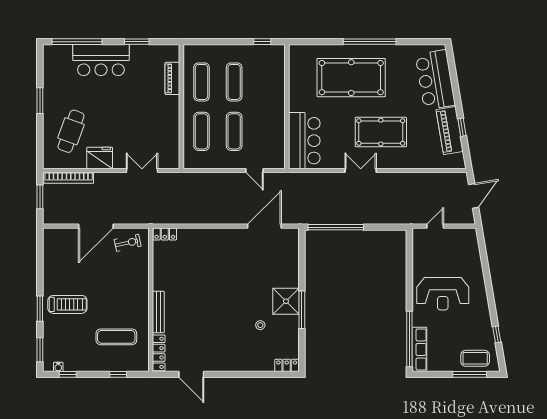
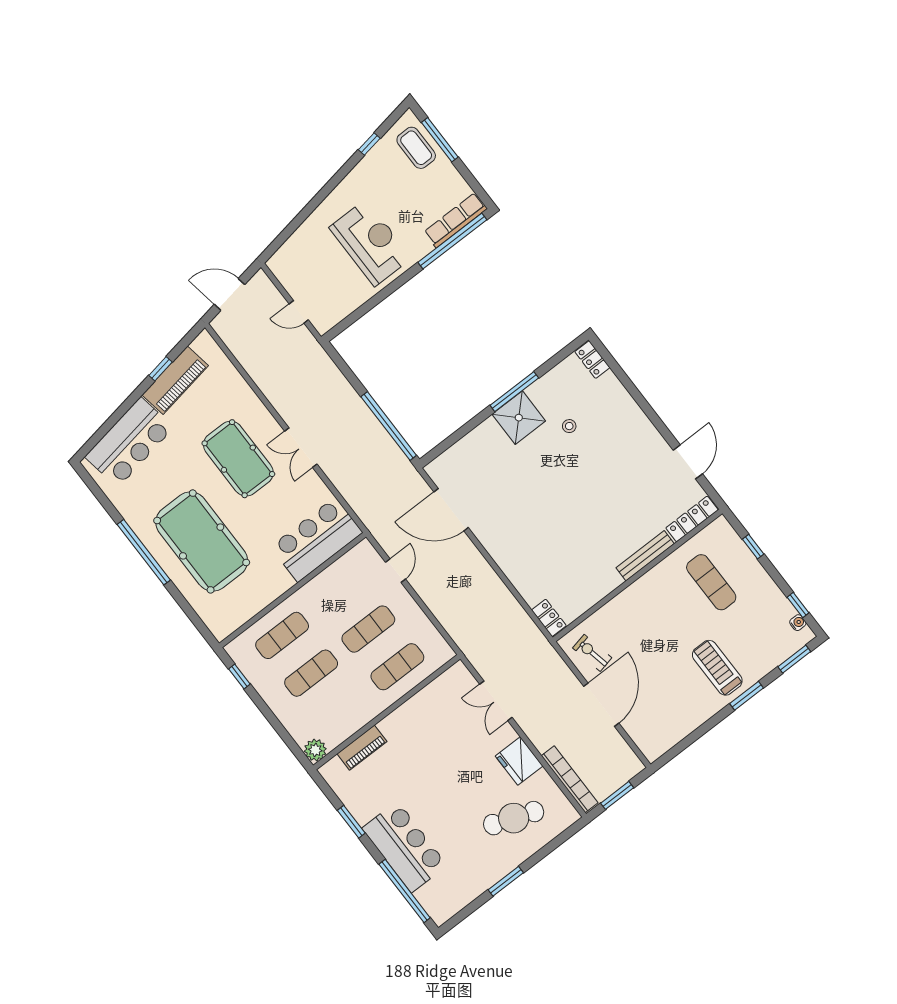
plant: (191, 52) -> (315, 750), added
exercise mat: (202, 82) -> (282, 635), moved
door: (96, 226) -> (601, 705), hinge flipped

